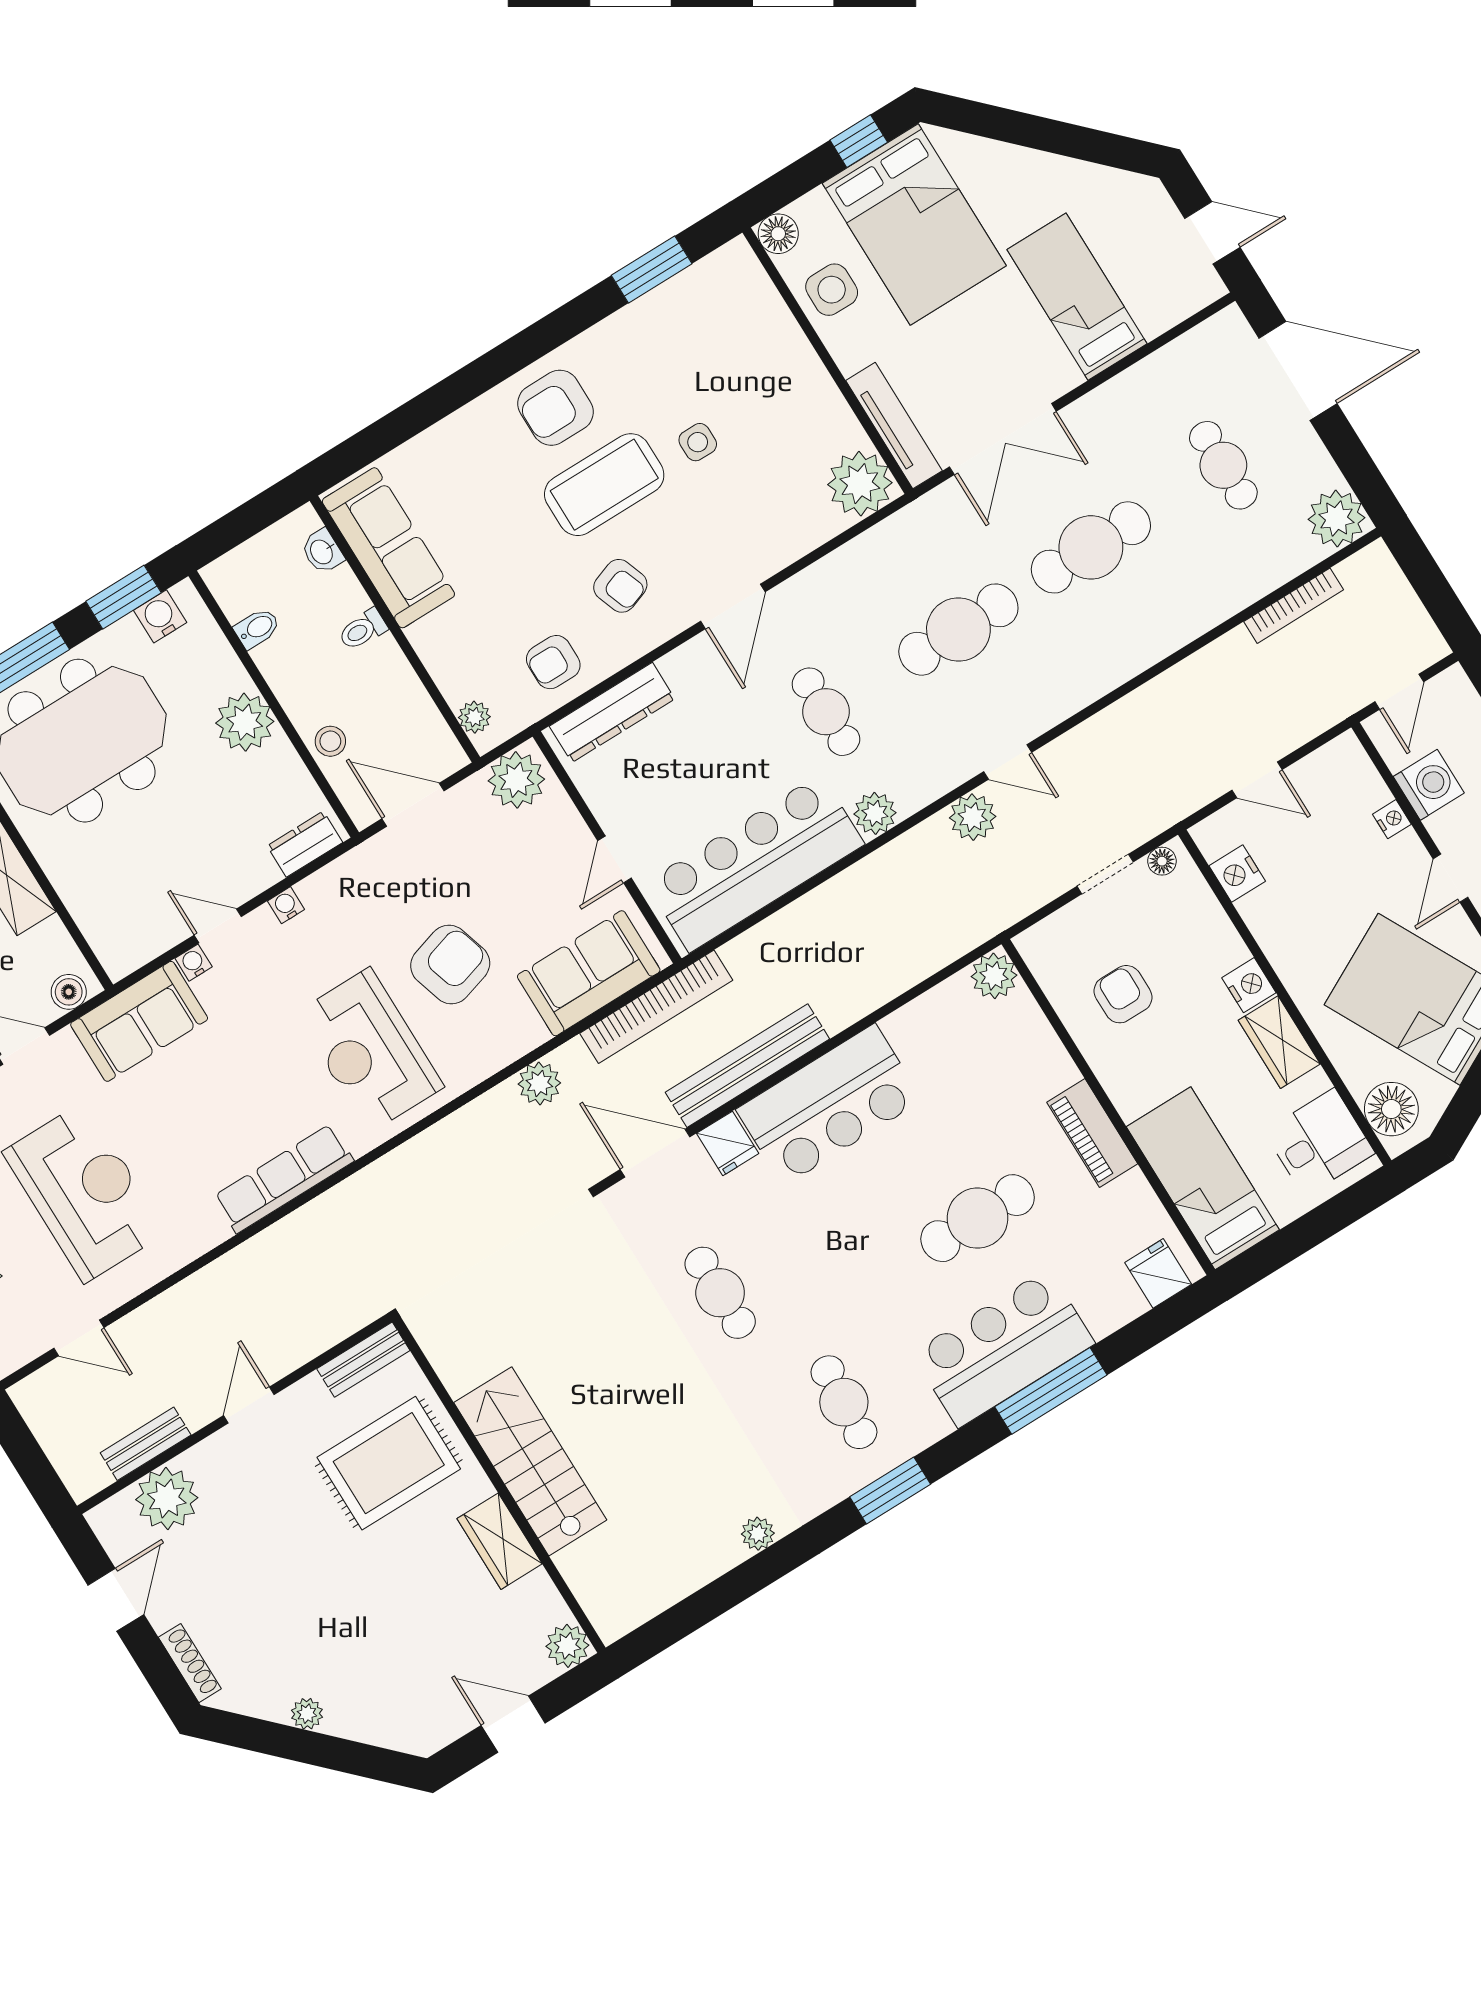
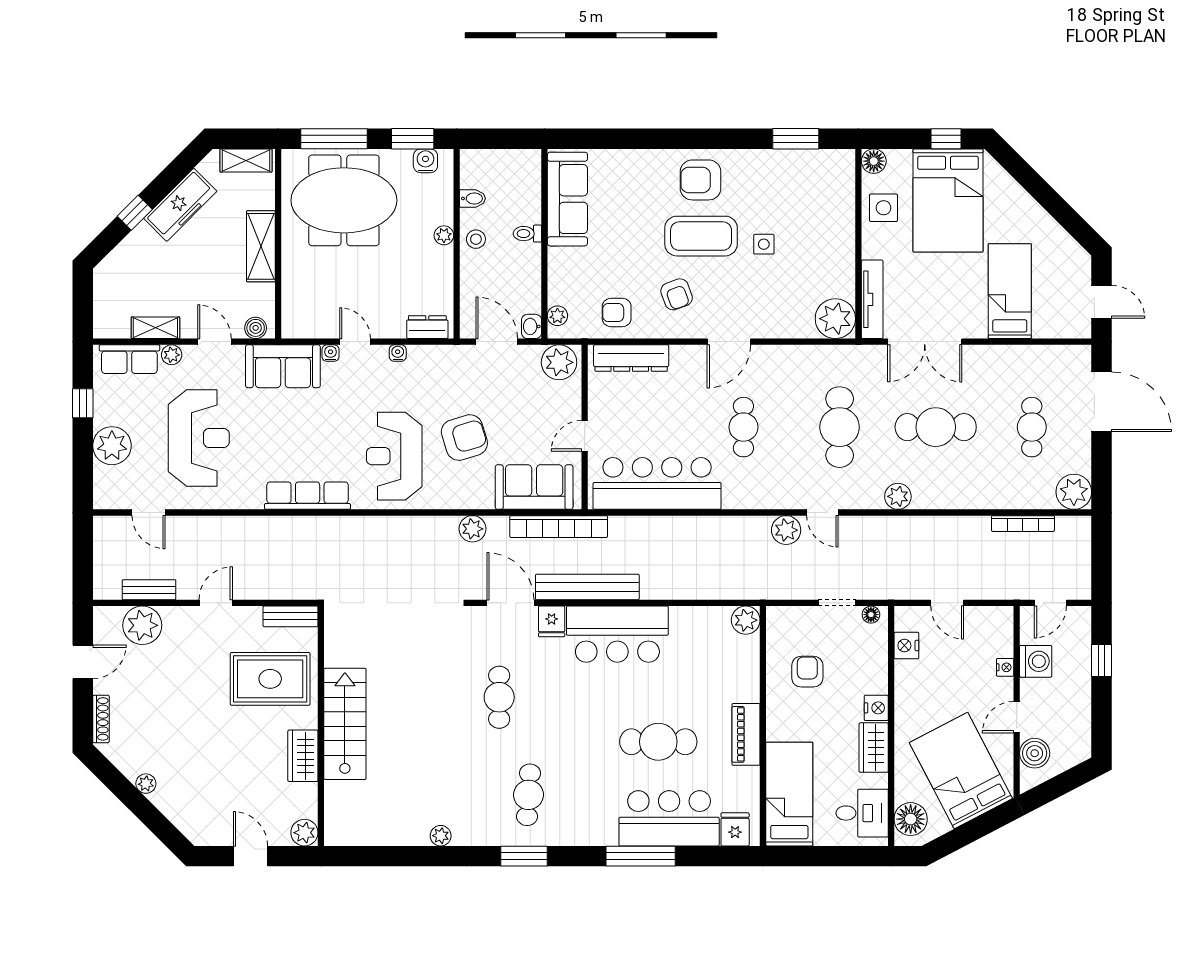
washbasin: (322, 551) -> (532, 326), moved
cafe table: (958, 630) -> (840, 427), turned 90
plant: (245, 722) -> (444, 235), width x0.53, depth x0.53
stool: (330, 741) -> (476, 239), moved
plant: (875, 813) -> (898, 496), moved
bar counter: (1003, 1348) -> (669, 818), moved

